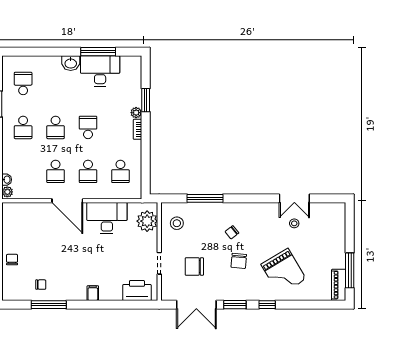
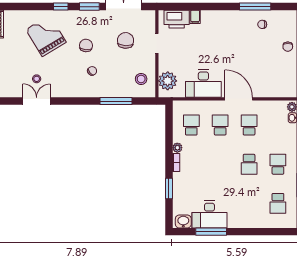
washbasin: (71, 63) -> (183, 221), moved
plant: (136, 113) -> (177, 148), moved
school desk: (56, 127) -> (249, 164), turned 180
school desk: (88, 127) -> (220, 164), removed
chair: (194, 266) -> (126, 40), turned -86
filing cabinet: (93, 293) -> (195, 17), moved

